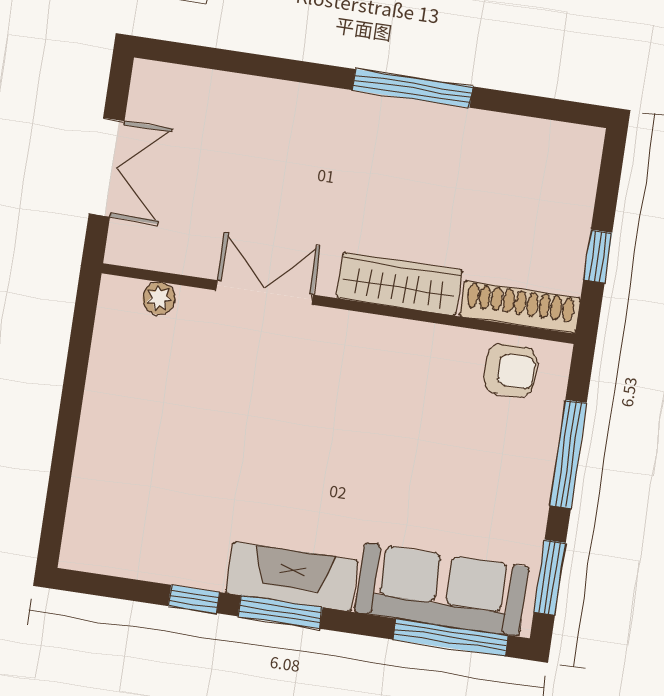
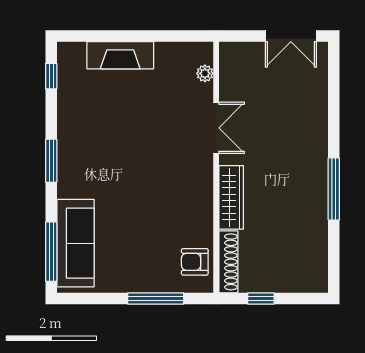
double door: (107, 167) -> (291, 36), moved
armchair: (510, 370) -> (195, 262), turned 90
fireplace: (292, 577) -> (120, 55), moved, turned 90
window: (550, 577) -> (90, 298), removed
window: (194, 599) -> (51, 76), moved

